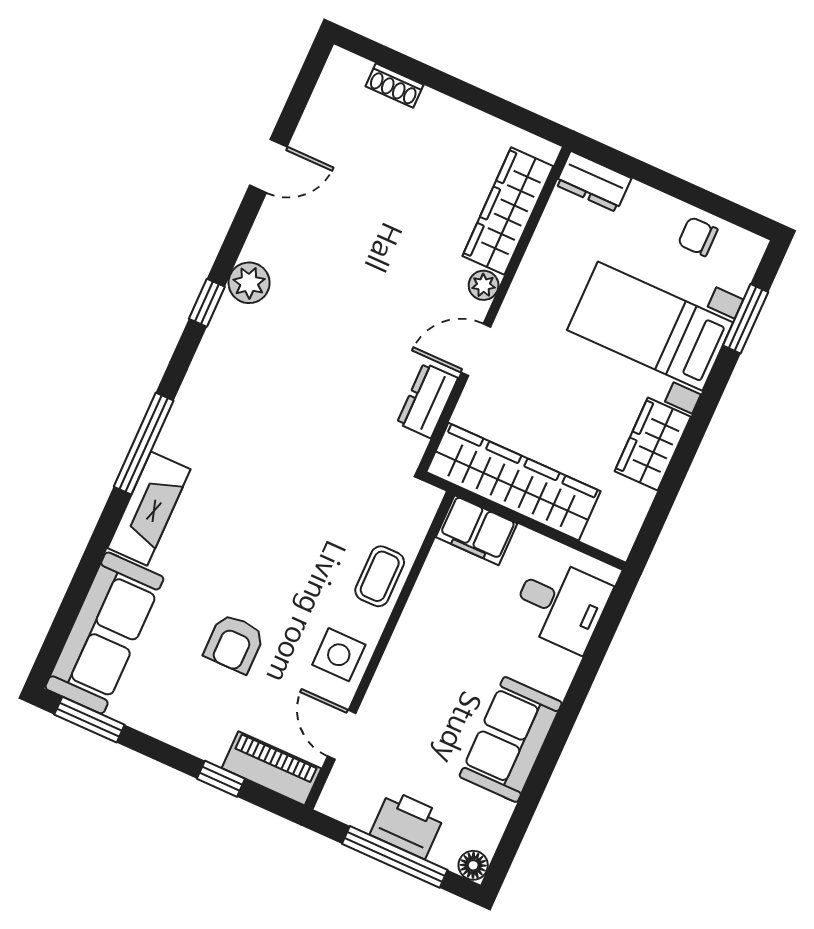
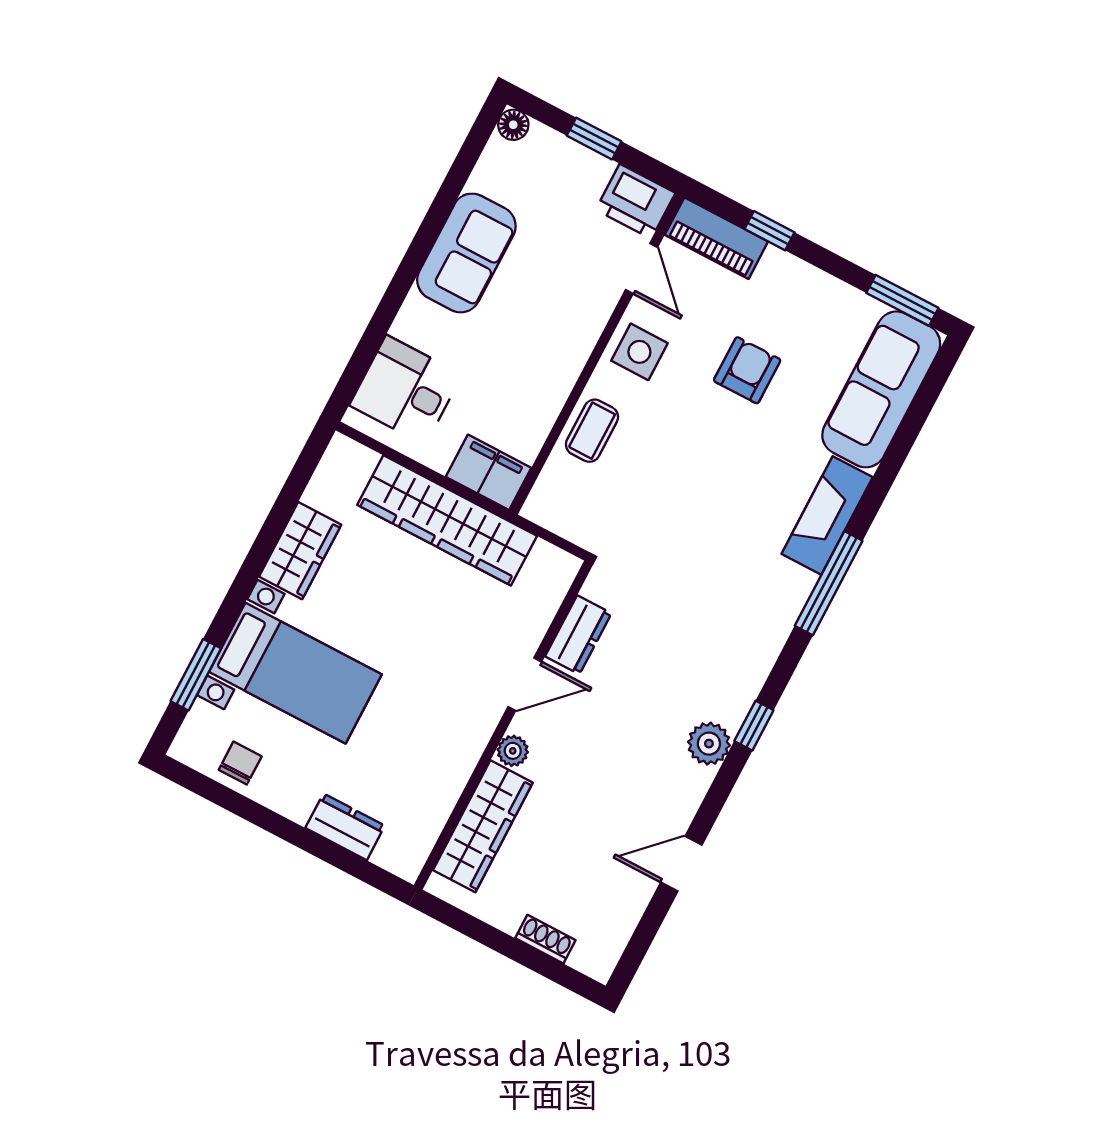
wardrobe: (508, 211) -> (483, 826), moved
chair: (698, 237) -> (240, 763), turned -90
plant: (484, 285) -> (513, 751), moved
wall: (494, 309) -> (503, 725), moved
door: (476, 350) -> (525, 684), moved
dresser: (427, 401) -> (578, 635), moved
printer: (407, 824) -> (636, 201), moved
window: (395, 857) -> (594, 139), width x0.46

